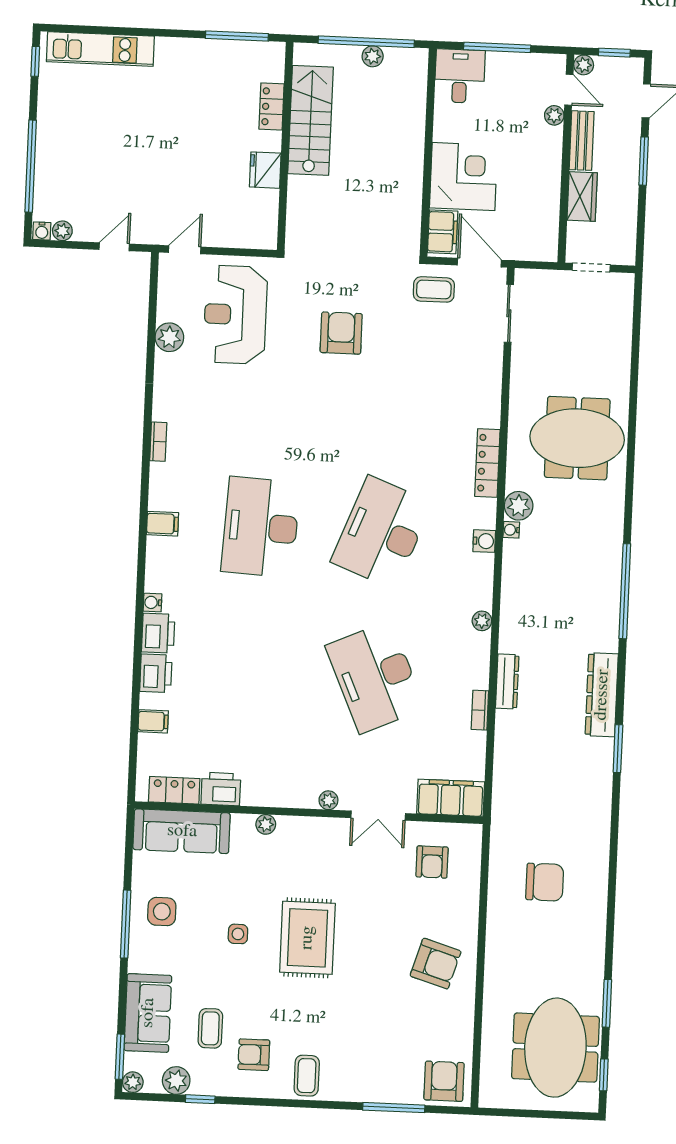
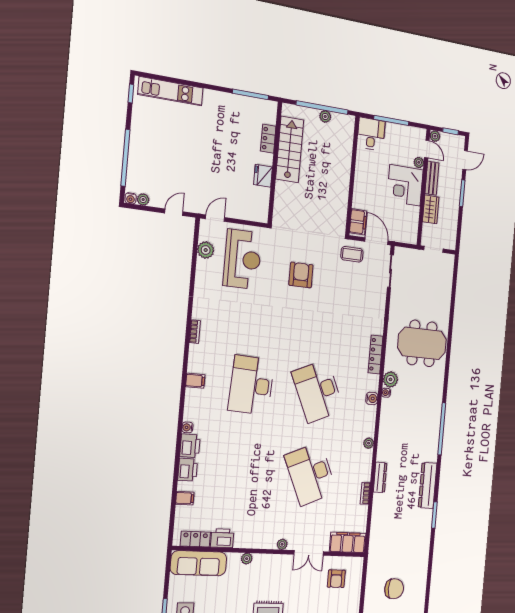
corner desk: (464, 177) -> (405, 185), moved, turned 180
reception desk: (235, 315) -> (242, 259), turned 180
plant: (169, 337) -> (206, 250), moved
desk: (382, 532) -> (318, 391), turned -45

